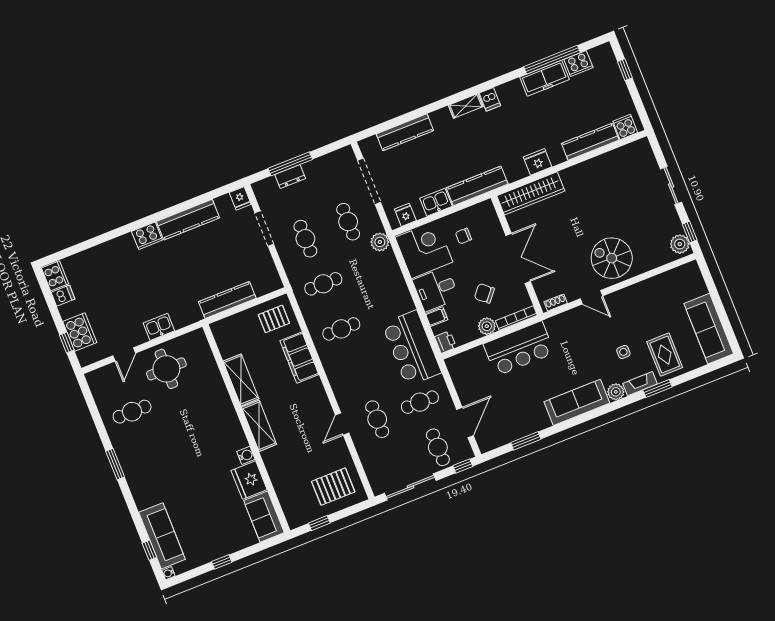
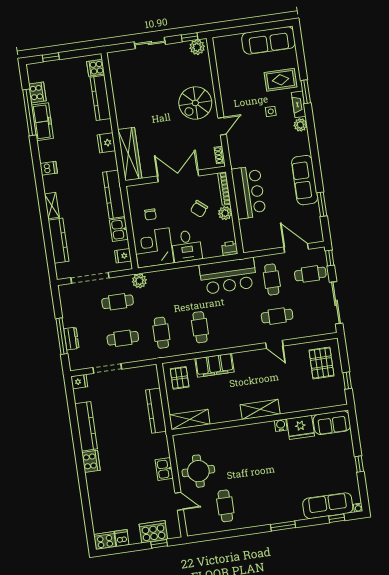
shelving: (466, 106) -> (52, 206), moved
filing cabinet: (437, 317) -> (208, 251), removed
shelving: (241, 380) -> (190, 419), moved
sofa: (577, 402) -> (305, 180), moved
window: (115, 464) -> (283, 526), moved

